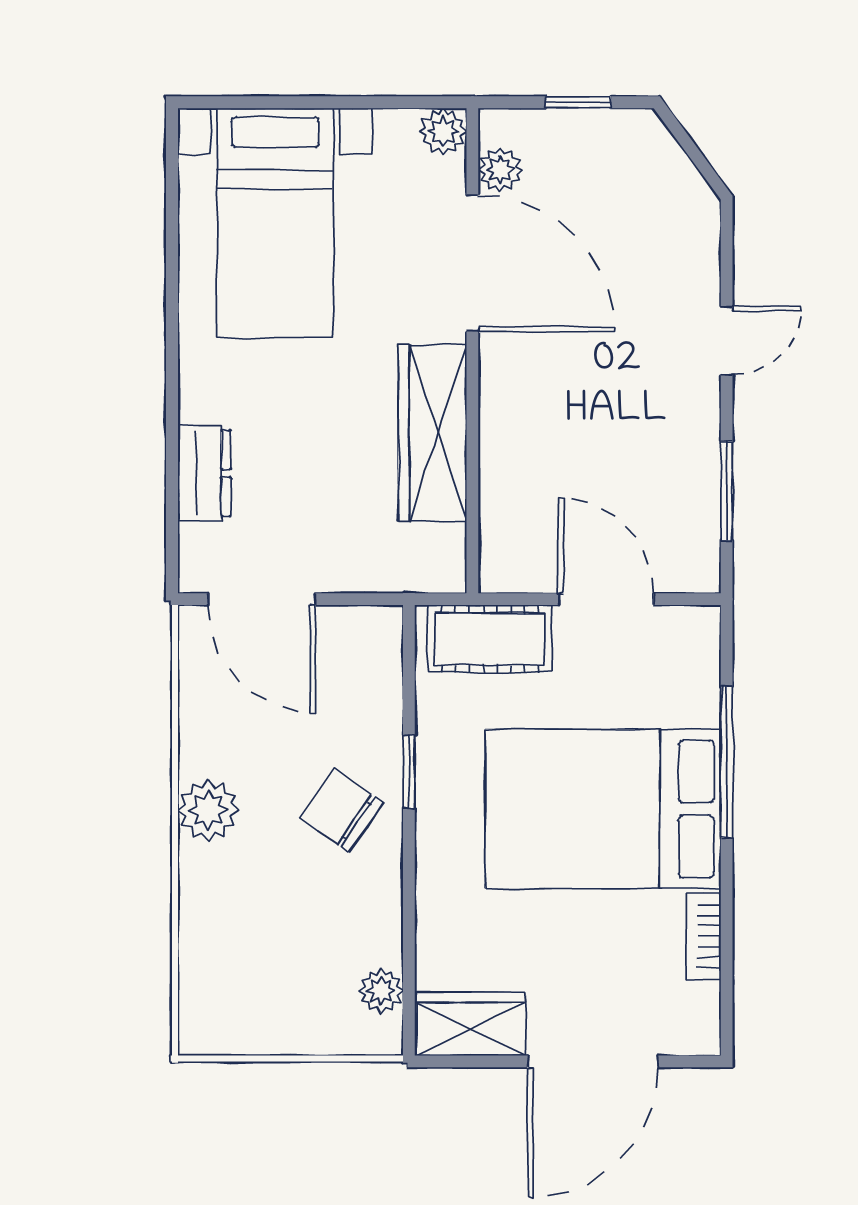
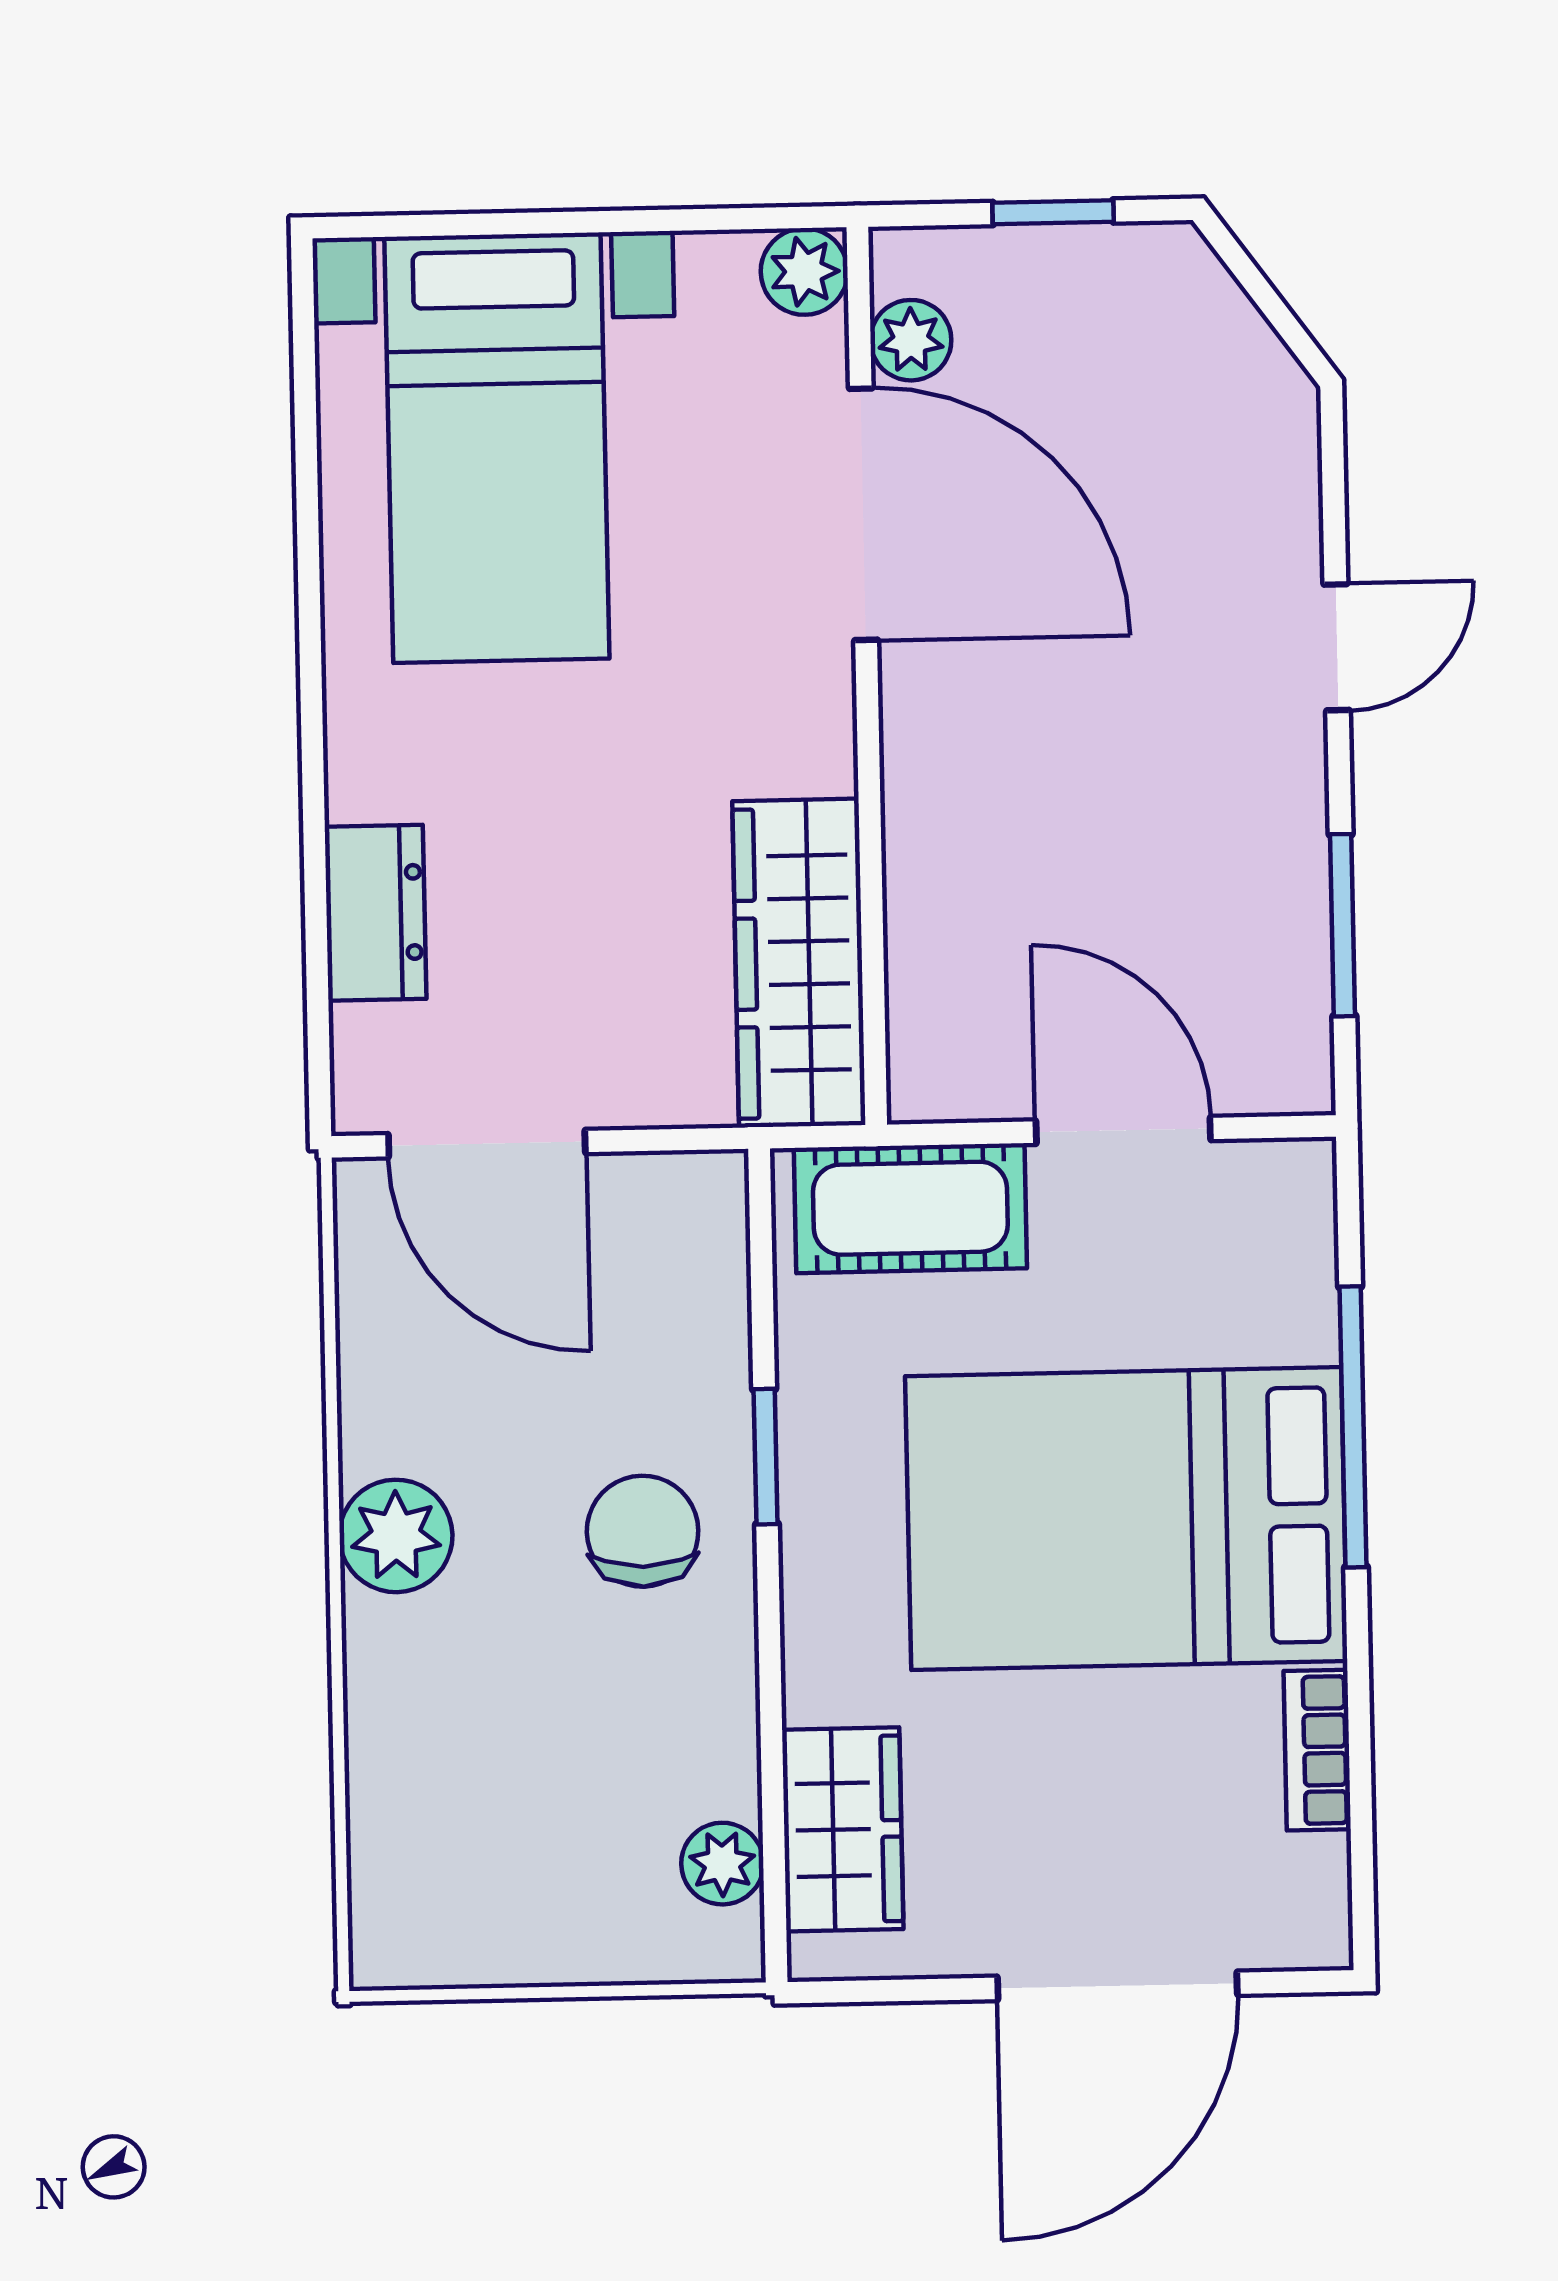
wardrobe: (433, 433) -> (799, 963), moved
chair: (342, 810) -> (643, 1531), turned 55
wardrobe: (471, 1024) -> (843, 1829), moved, turned 90

